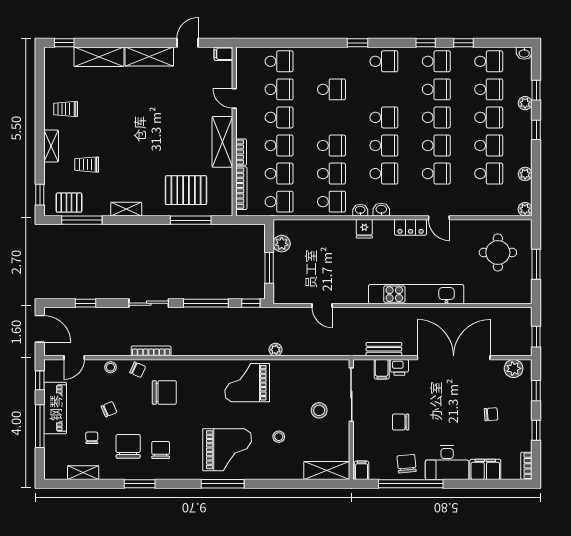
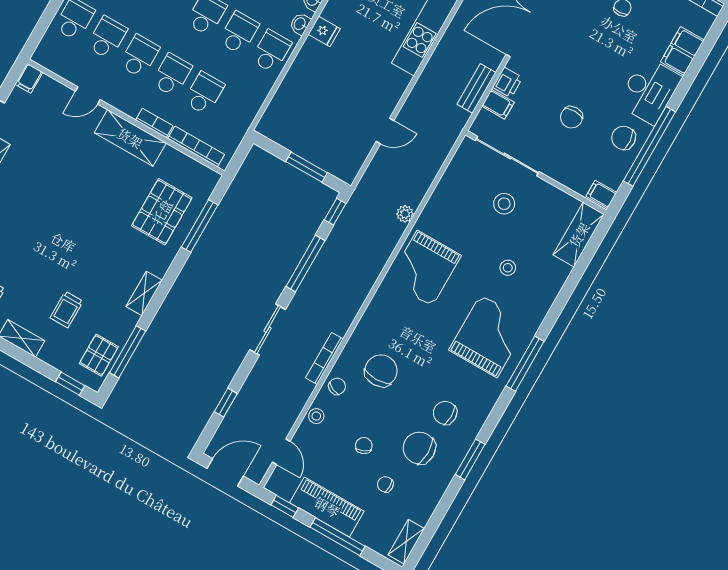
school desk: (279, 202) -> (237, 112), removed
plant: (282, 244) -> (287, 137), removed
shelving: (83, 473) -> (406, 542), moved

